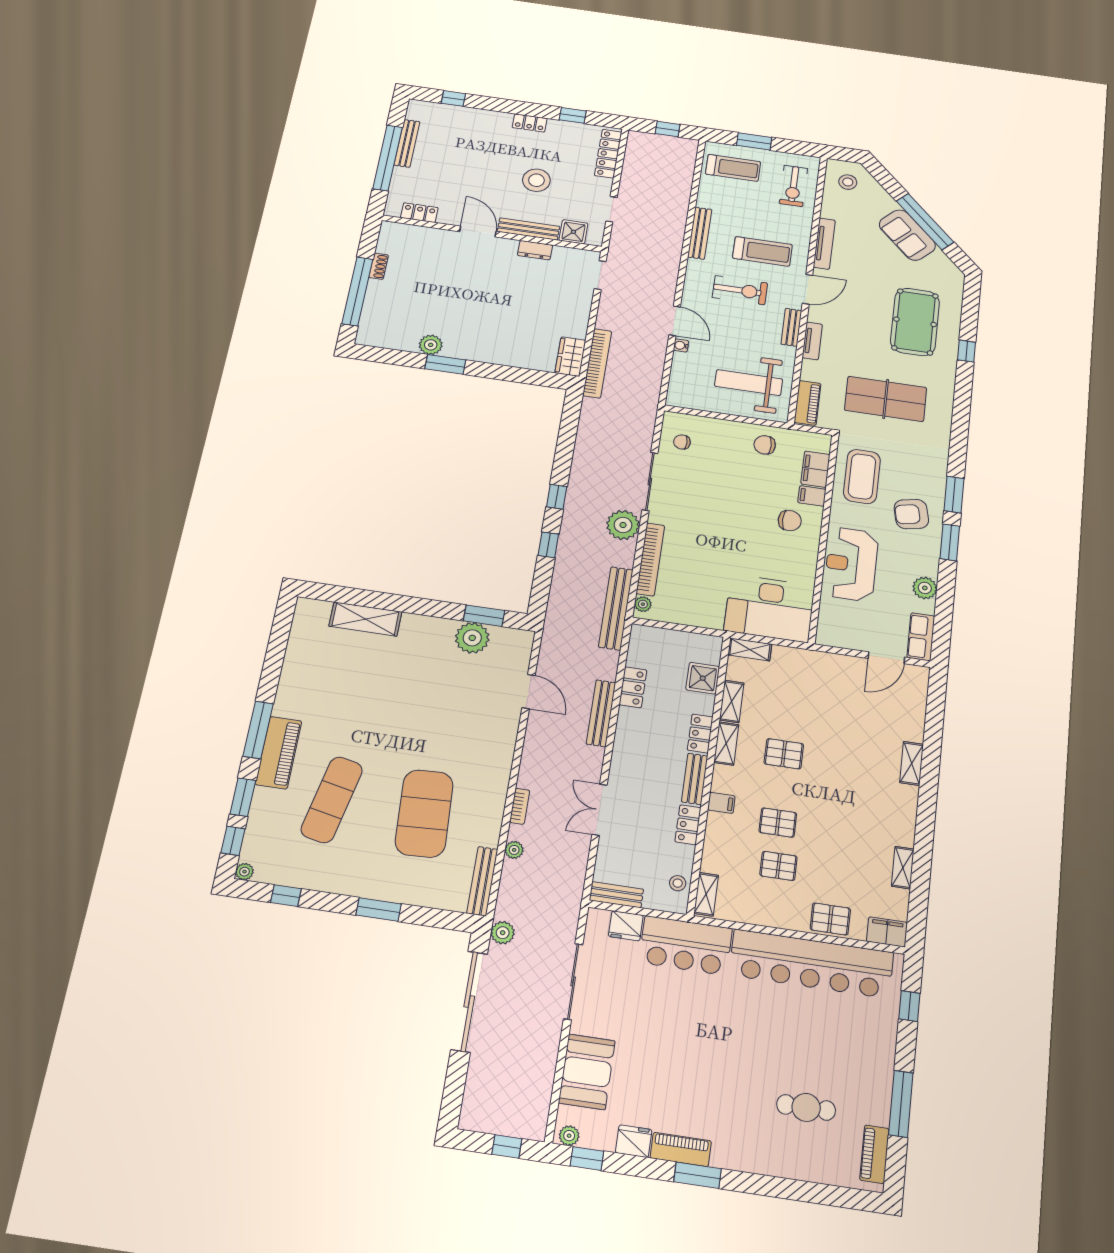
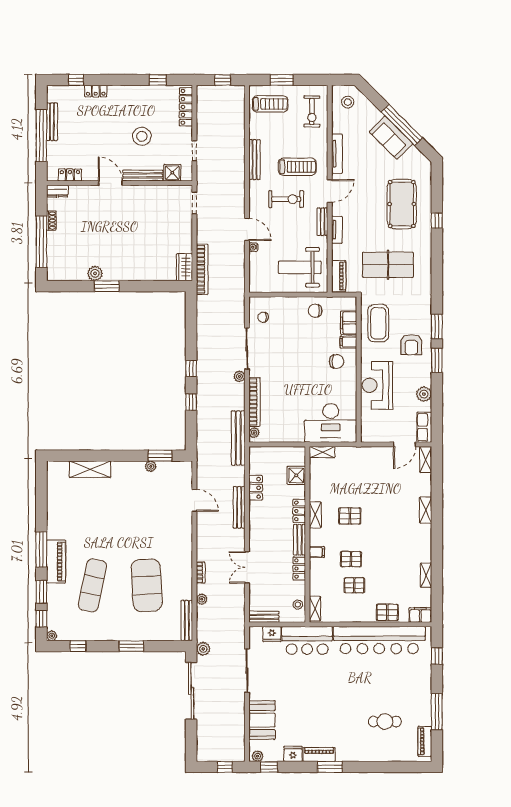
locker: (530, 123) -> (96, 91), moved
dresser: (535, 250) -> (57, 191), moved
armchair: (911, 514) -> (411, 345), turned -78
plant: (623, 525) -> (239, 376), width x0.53, depth x0.53
plant: (472, 638) -> (151, 466), width x0.53, depth x0.53
shelving: (732, 701) -> (426, 459), moved

